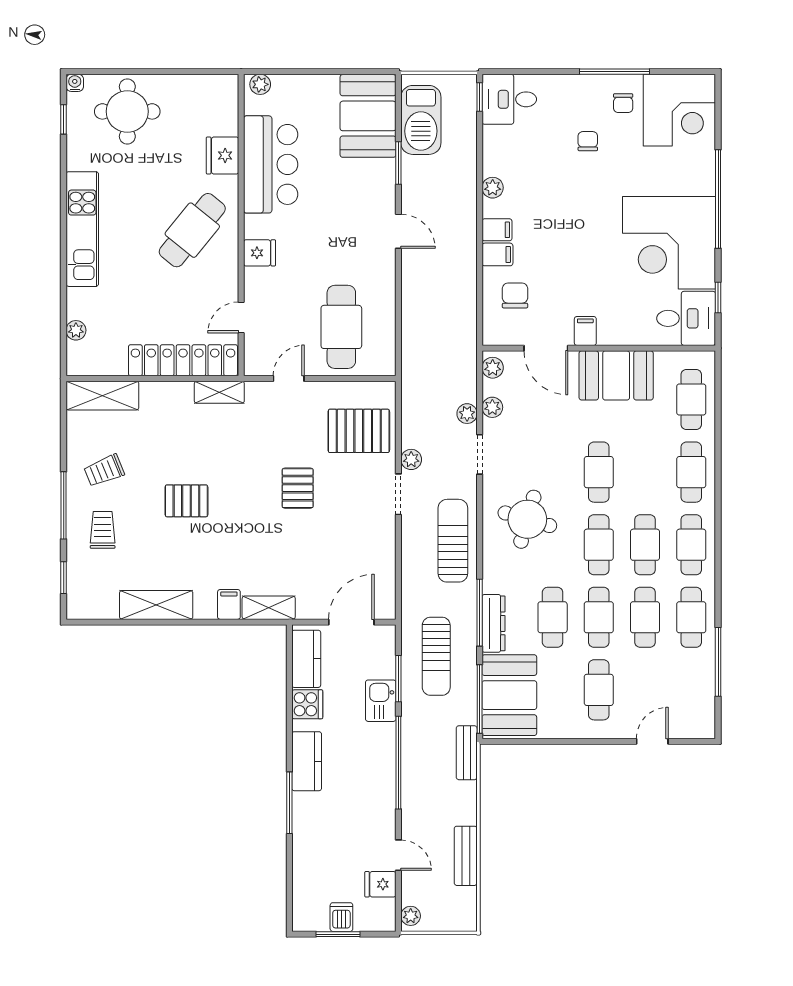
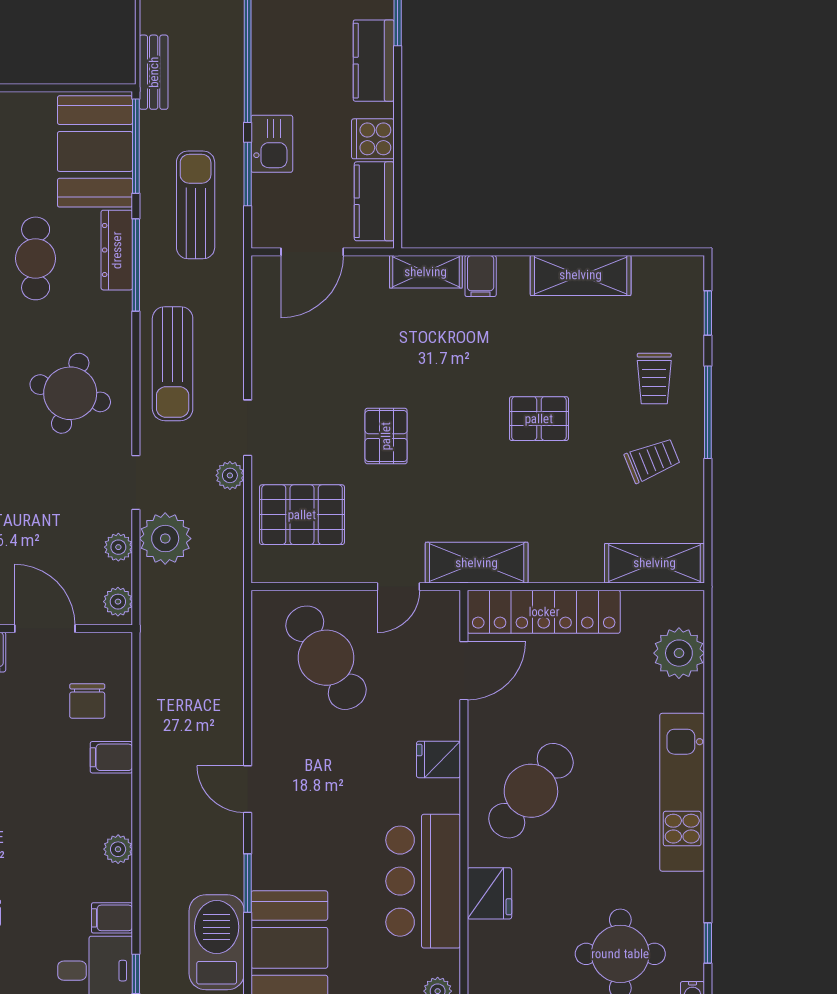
filing cabinet: (497, 230) -> (112, 918), moved
door: (241, 317) -> (464, 671), width x1.38
cafe table: (341, 327) -> (326, 658), turned -32
plant: (76, 330) -> (679, 653), width x1.88, depth x1.88
shelving: (219, 392) -> (477, 563), width x1.50, depth x1.33
plant: (467, 414) -> (165, 539), width x1.88, depth x1.88

